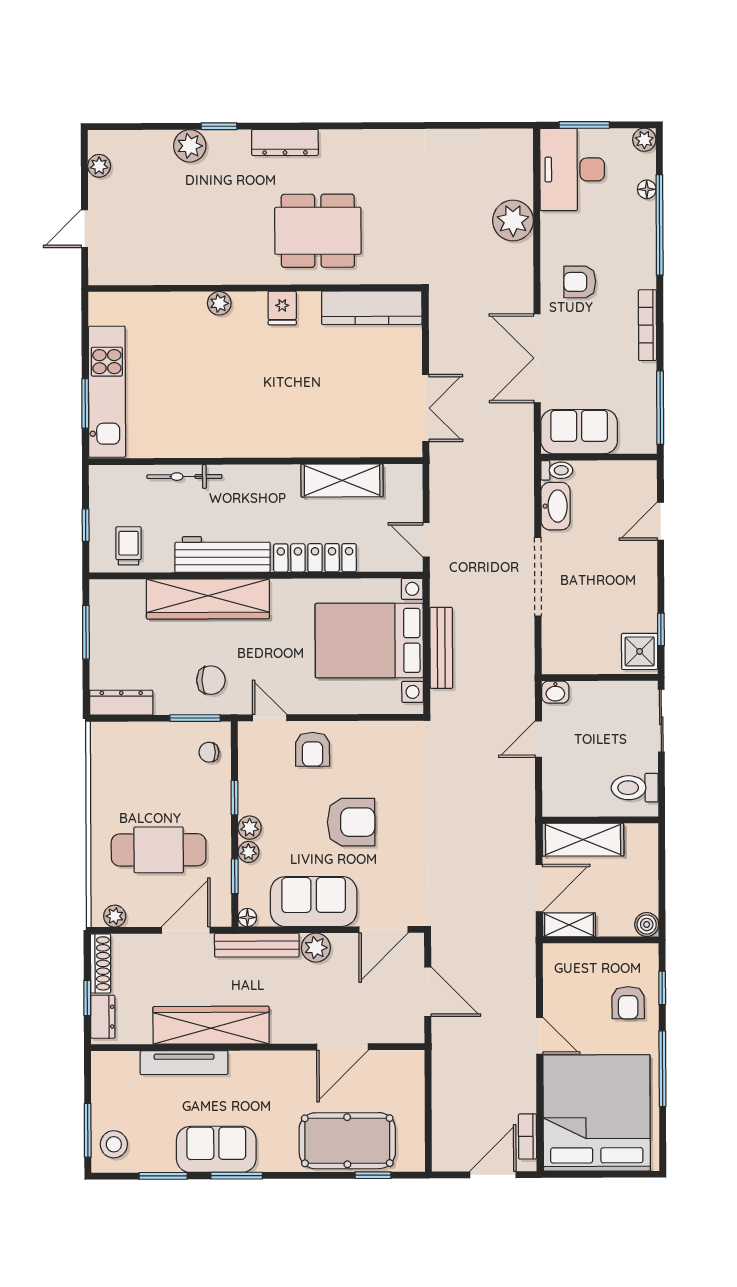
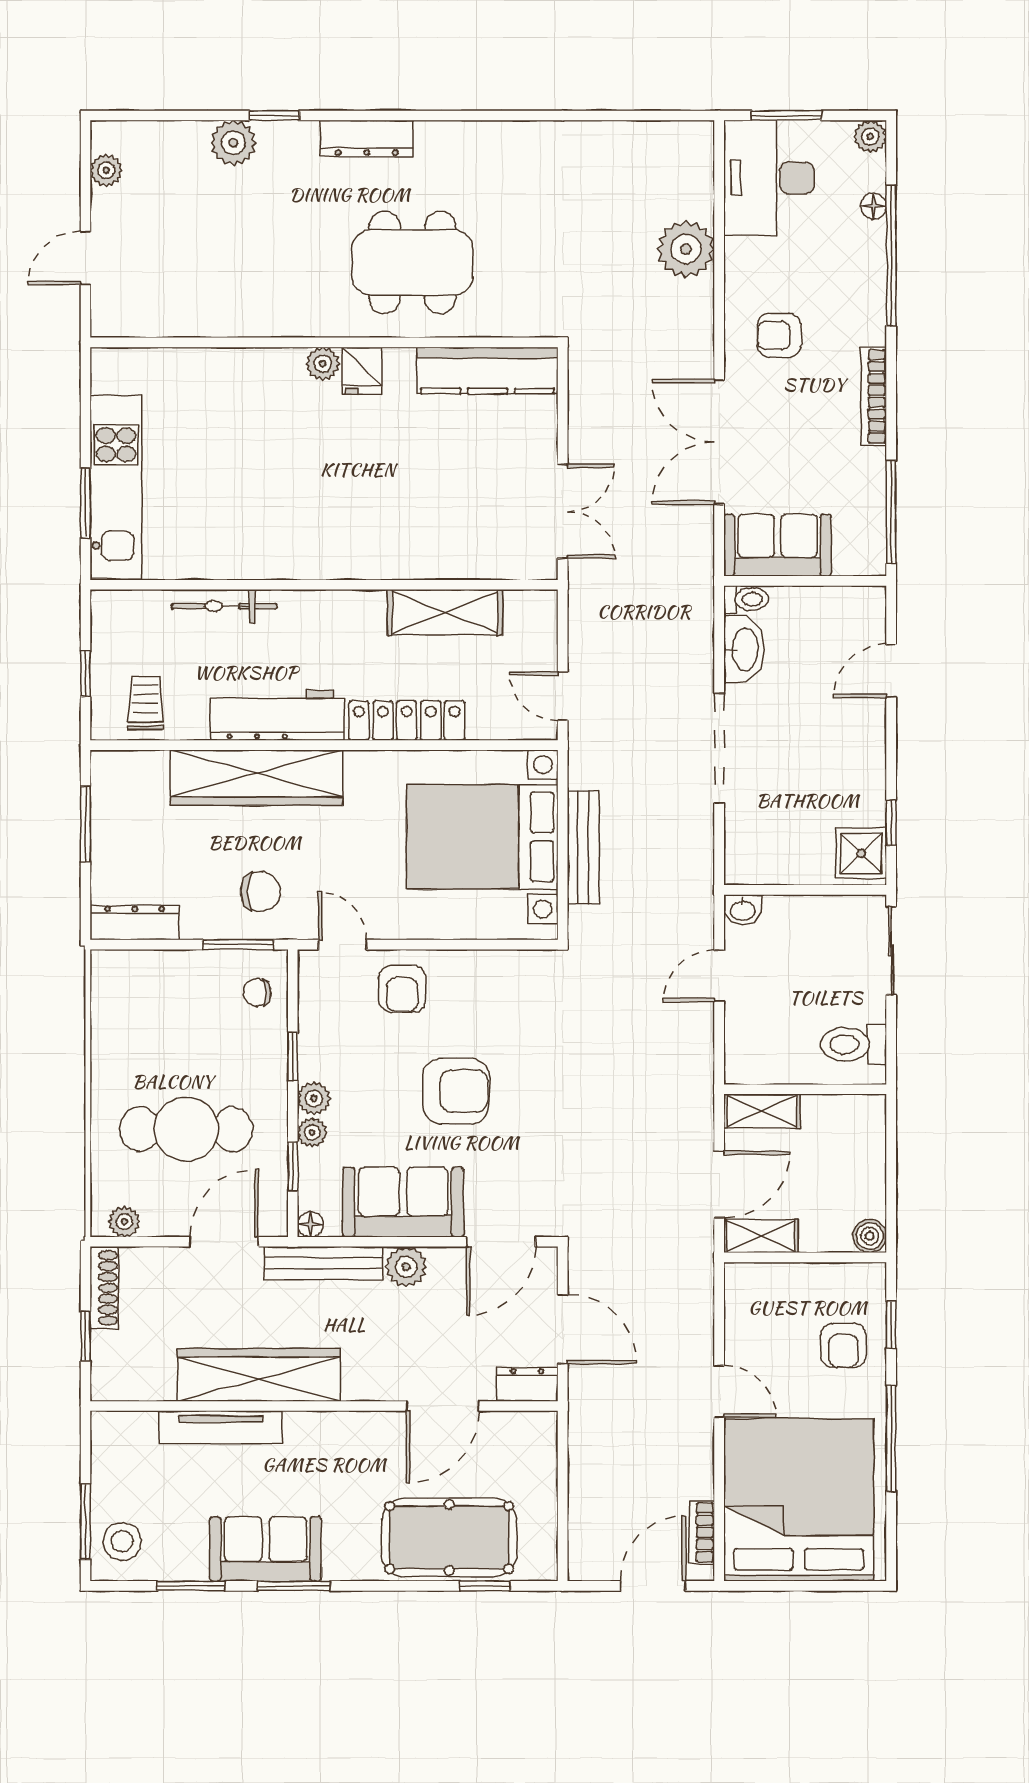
plant: (219, 303) -> (323, 364), moved
shelving: (583, 840) -> (762, 1111), width x0.67, depth x0.75
dresser: (103, 1017) -> (527, 1384), moved, turned -90

